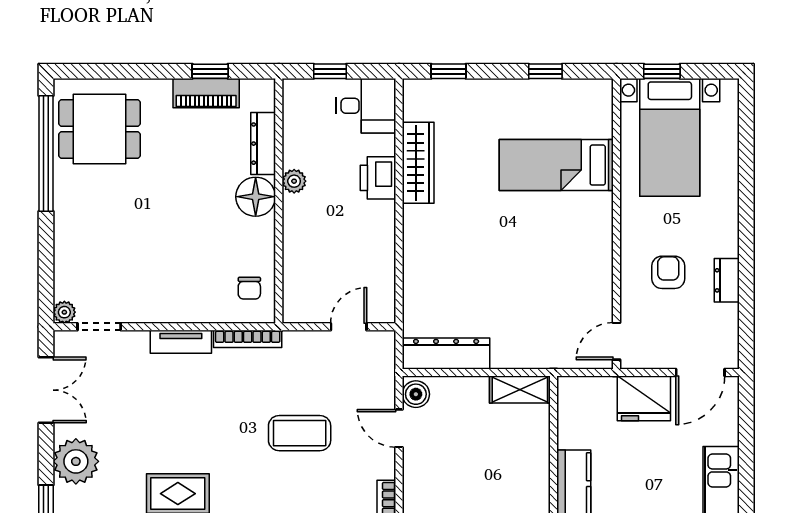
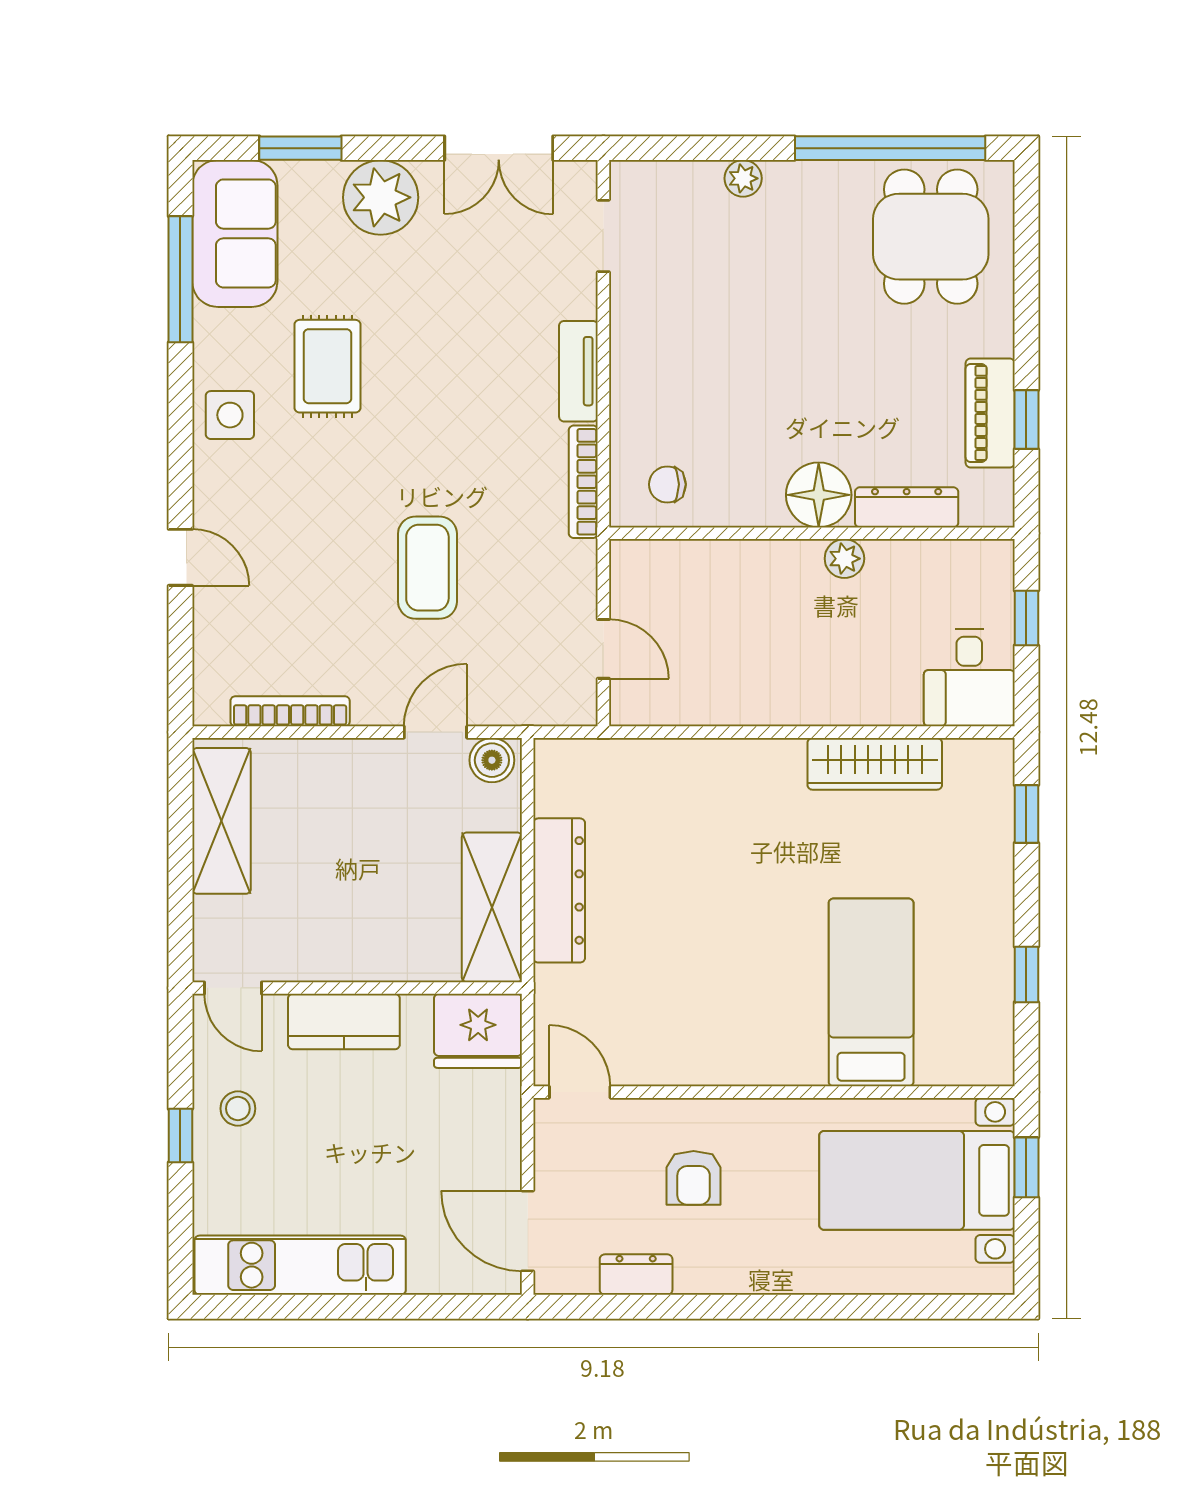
printer: (378, 178) -> (850, 697), removed
armchair: (668, 272) -> (694, 1178), turned 90
dresser: (727, 280) -> (636, 1275), moved
plant: (64, 312) -> (743, 178), moved
dresser: (446, 354) -> (559, 890), moved
shelving: (520, 390) -> (492, 907), width x1.50, depth x1.33
fridge: (644, 398) -> (478, 1031), moved, turned -90

